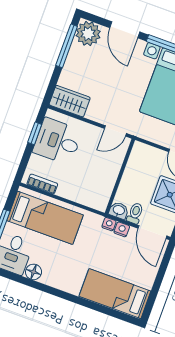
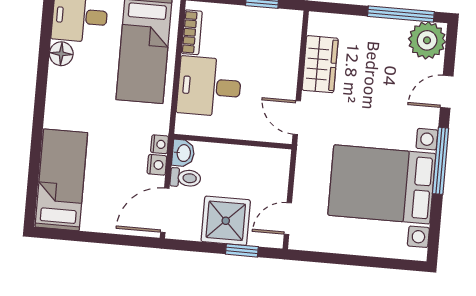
door: (125, 30) -> (447, 92), width x0.73
wardrobe: (70, 101) -> (320, 64), moved
desk: (58, 141) -> (209, 87), moved, turned -90

